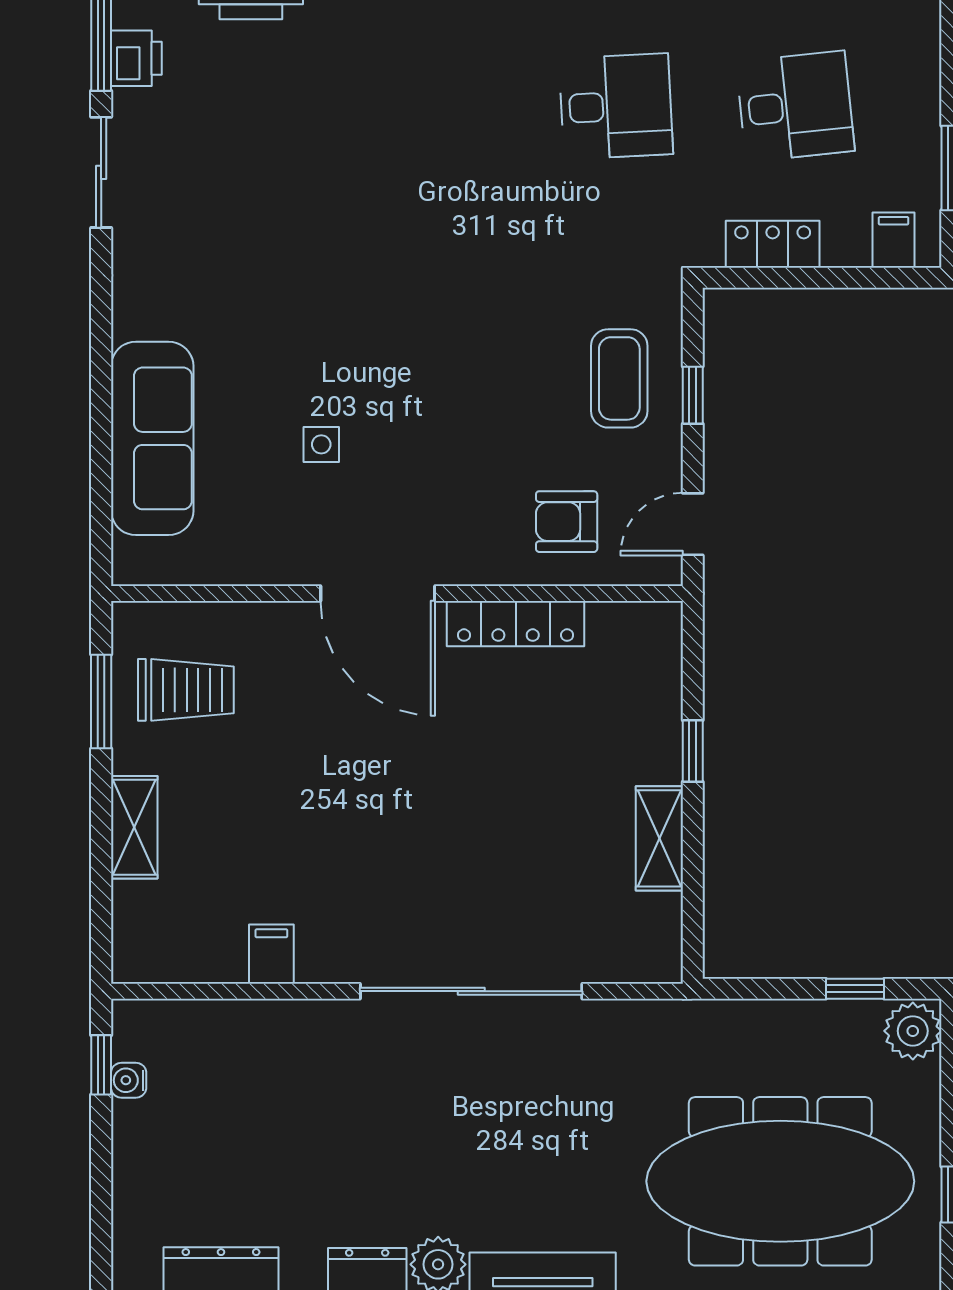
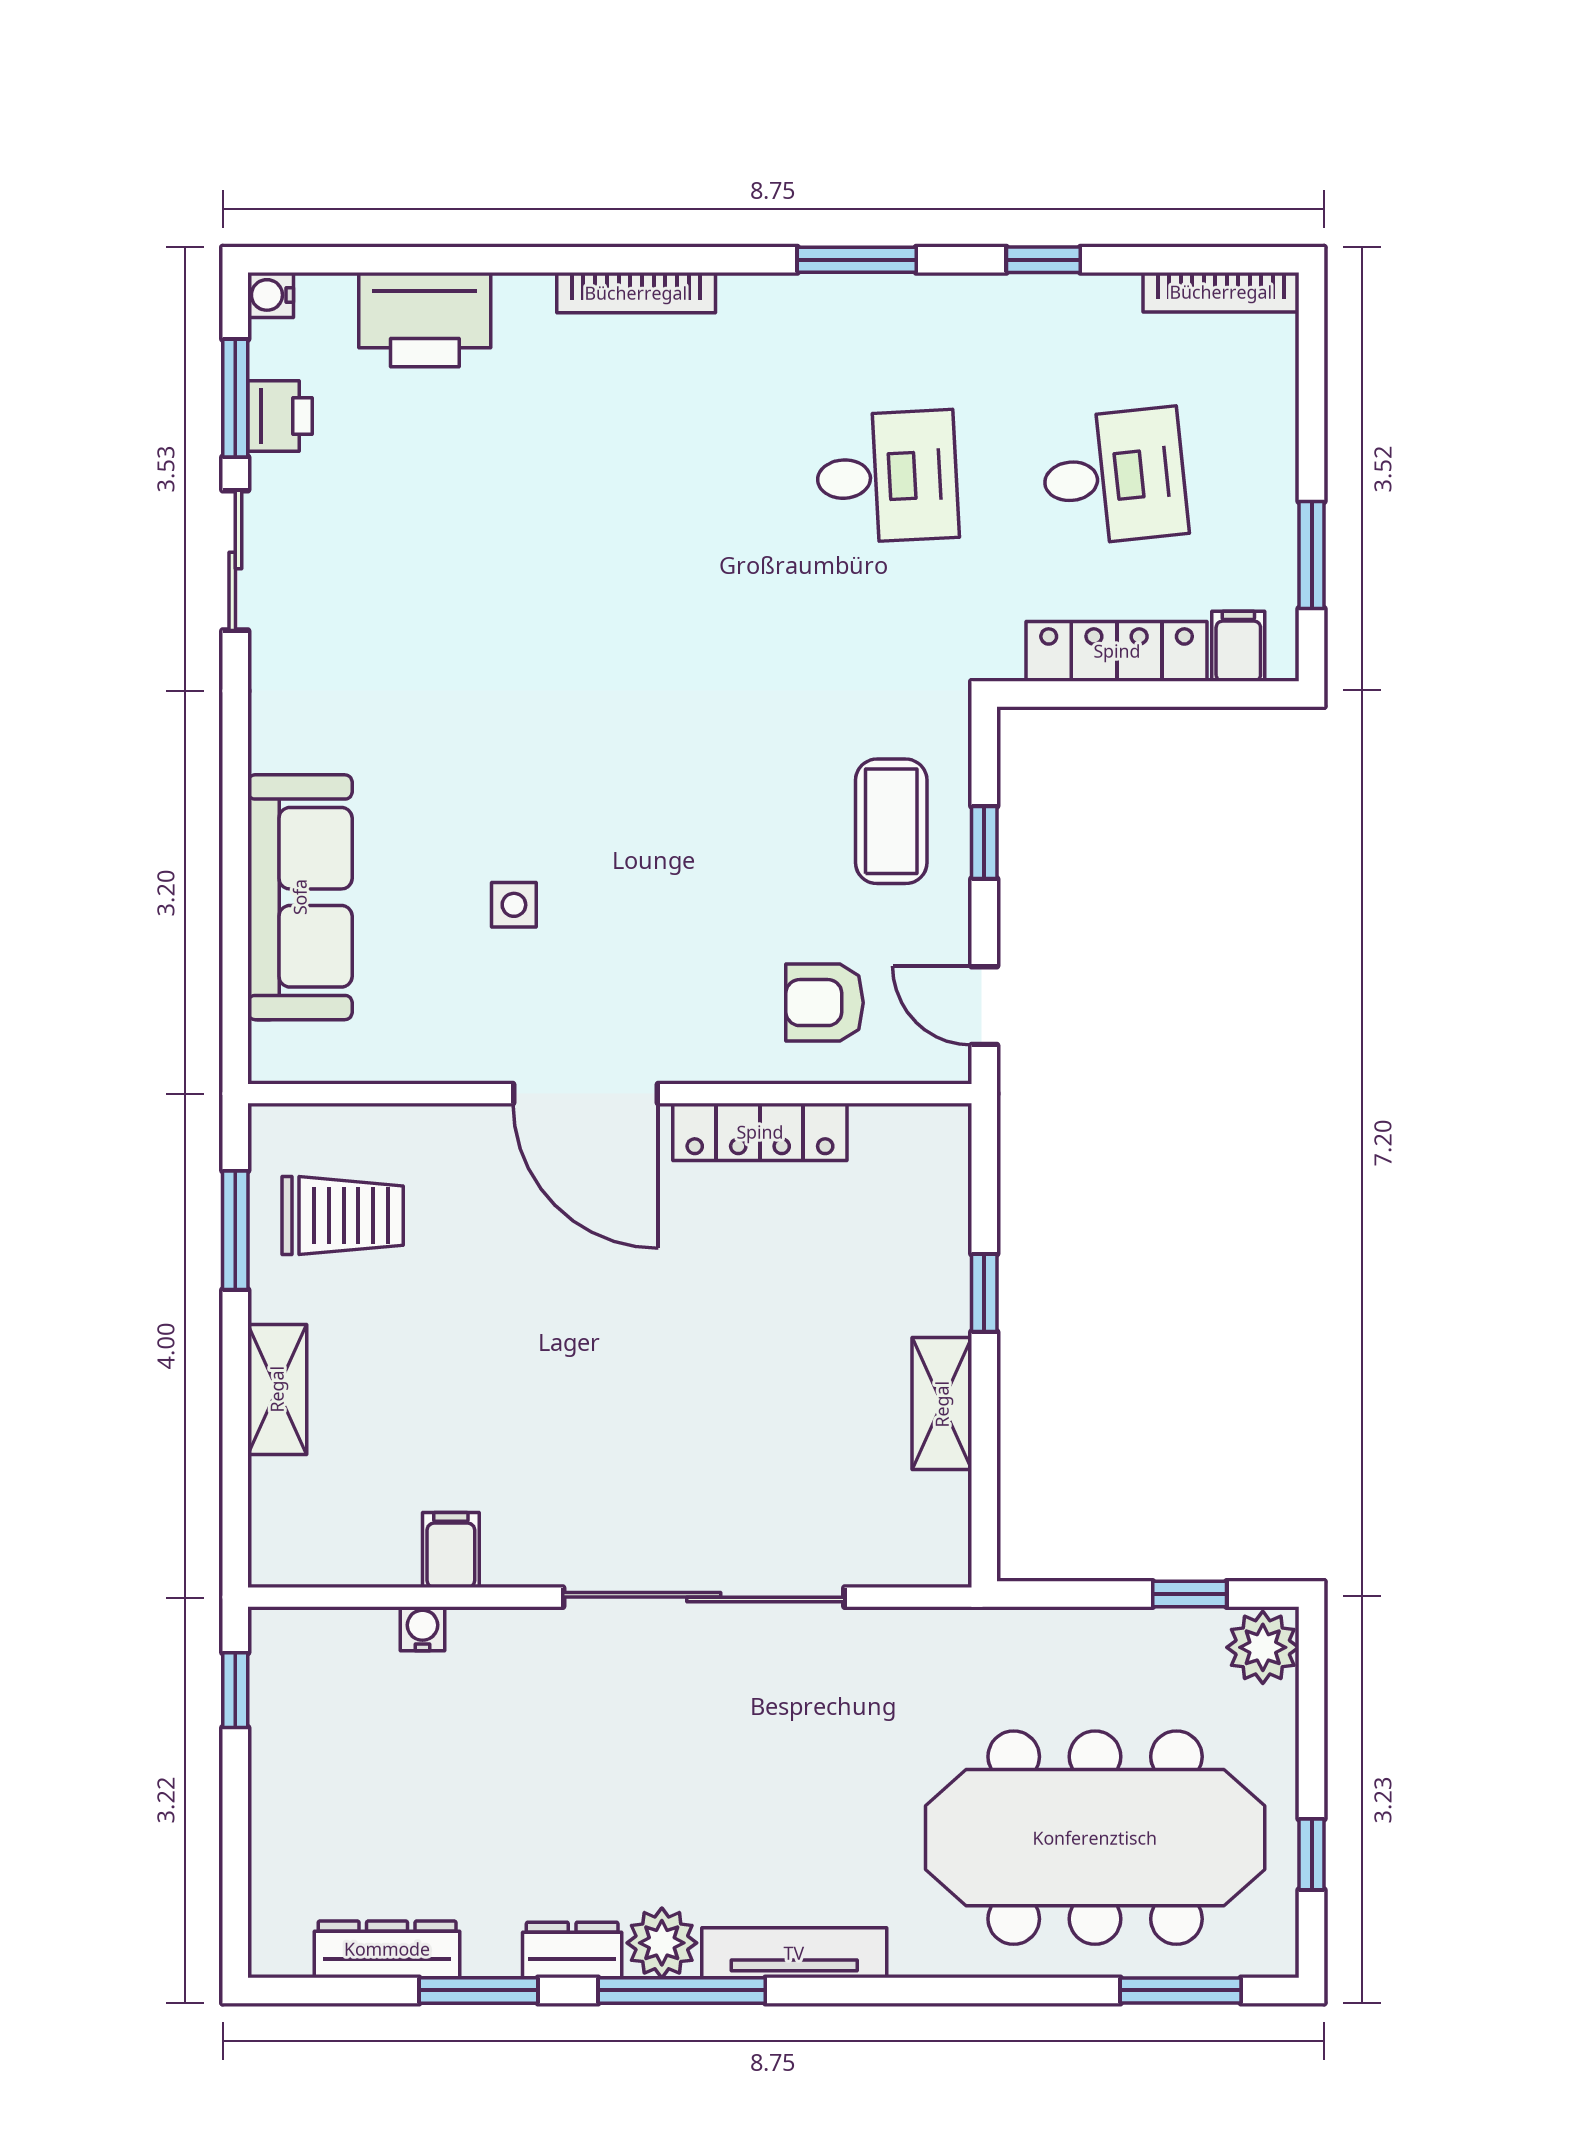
locker: (773, 244) -> (1117, 651), width x1.53
door: (693, 524) -> (984, 1006), hinge flipped
water cooler: (129, 1080) -> (422, 1629), moved, turned 90

